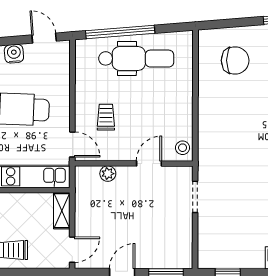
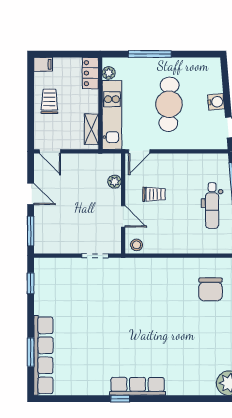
dental chair: (136, 59) -> (212, 206), width x0.73, depth x0.72
trolley: (106, 117) -> (154, 194), moved
shelving: (62, 211) -> (91, 129), moved, turned 90

